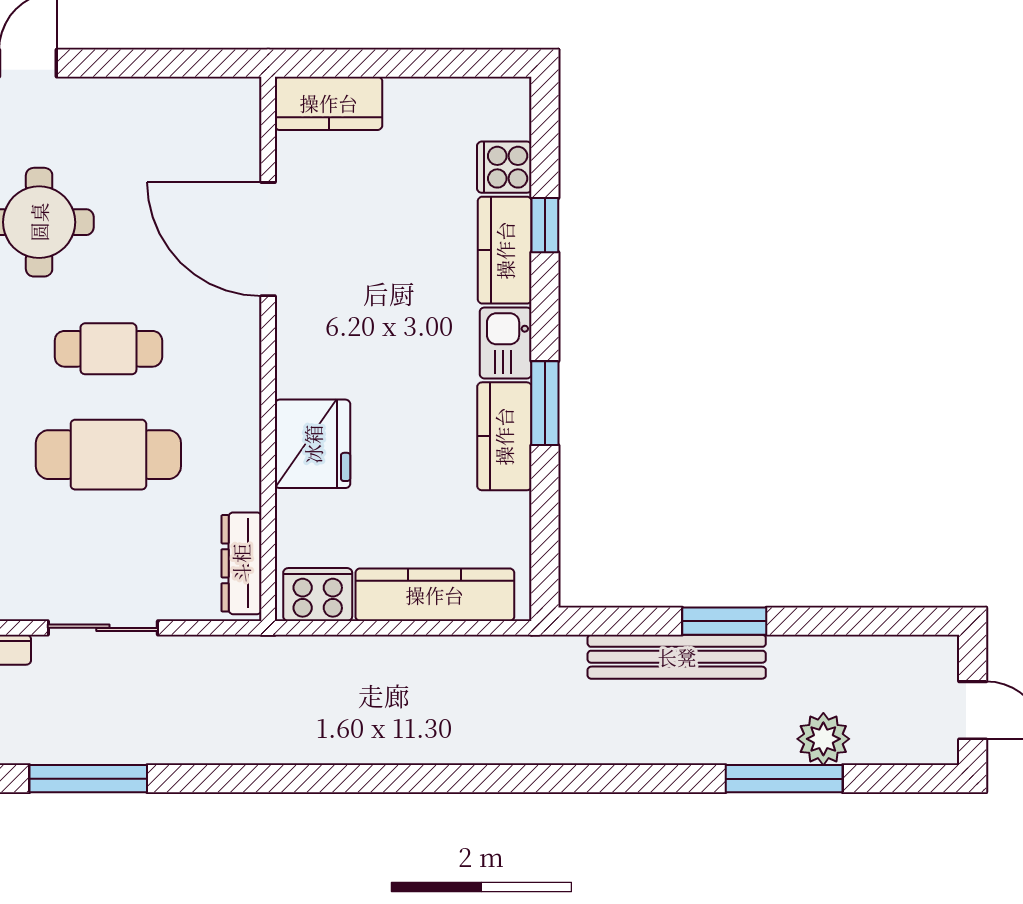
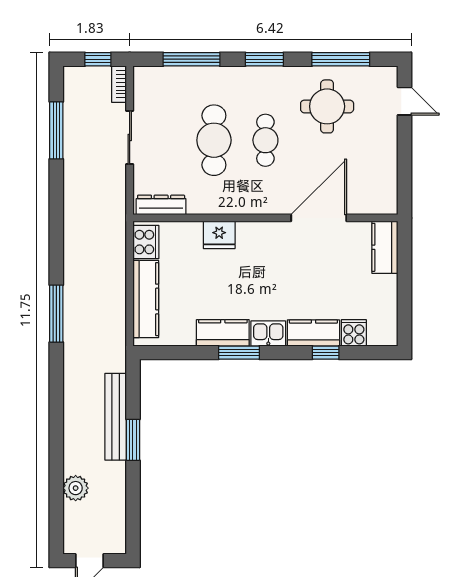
fridge: (313, 444) -> (219, 235), width x0.73, depth x0.75
window: (784, 779) -> (56, 314), moved

